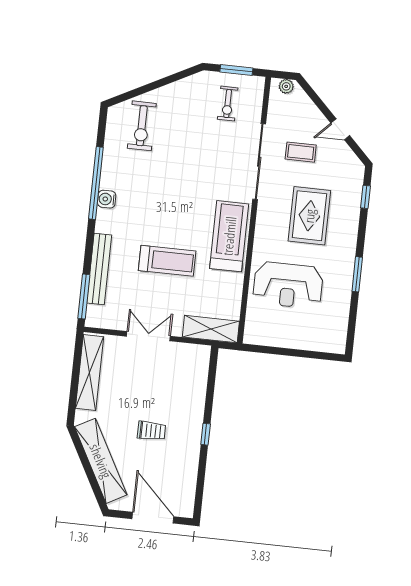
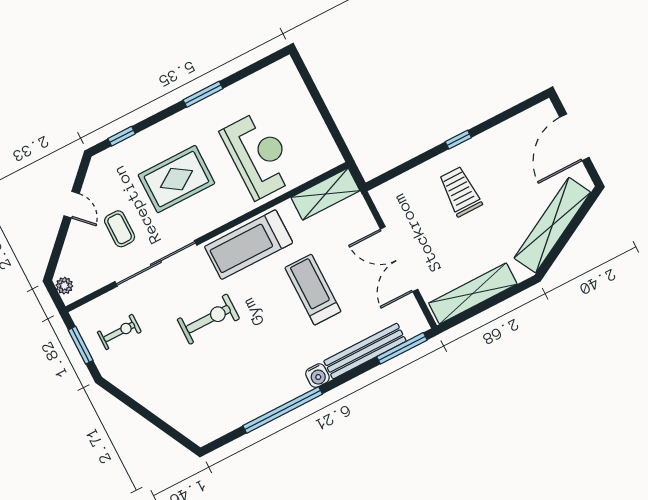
exercise bike: (142, 126) -> (208, 319), moved
water cooler: (107, 199) -> (317, 376), moved
shelving: (211, 329) -> (325, 194), moved, turned 90
double door: (148, 336) -> (399, 259), width x1.37
trolley: (151, 431) -> (460, 192), moved, width x1.36, depth x1.39

